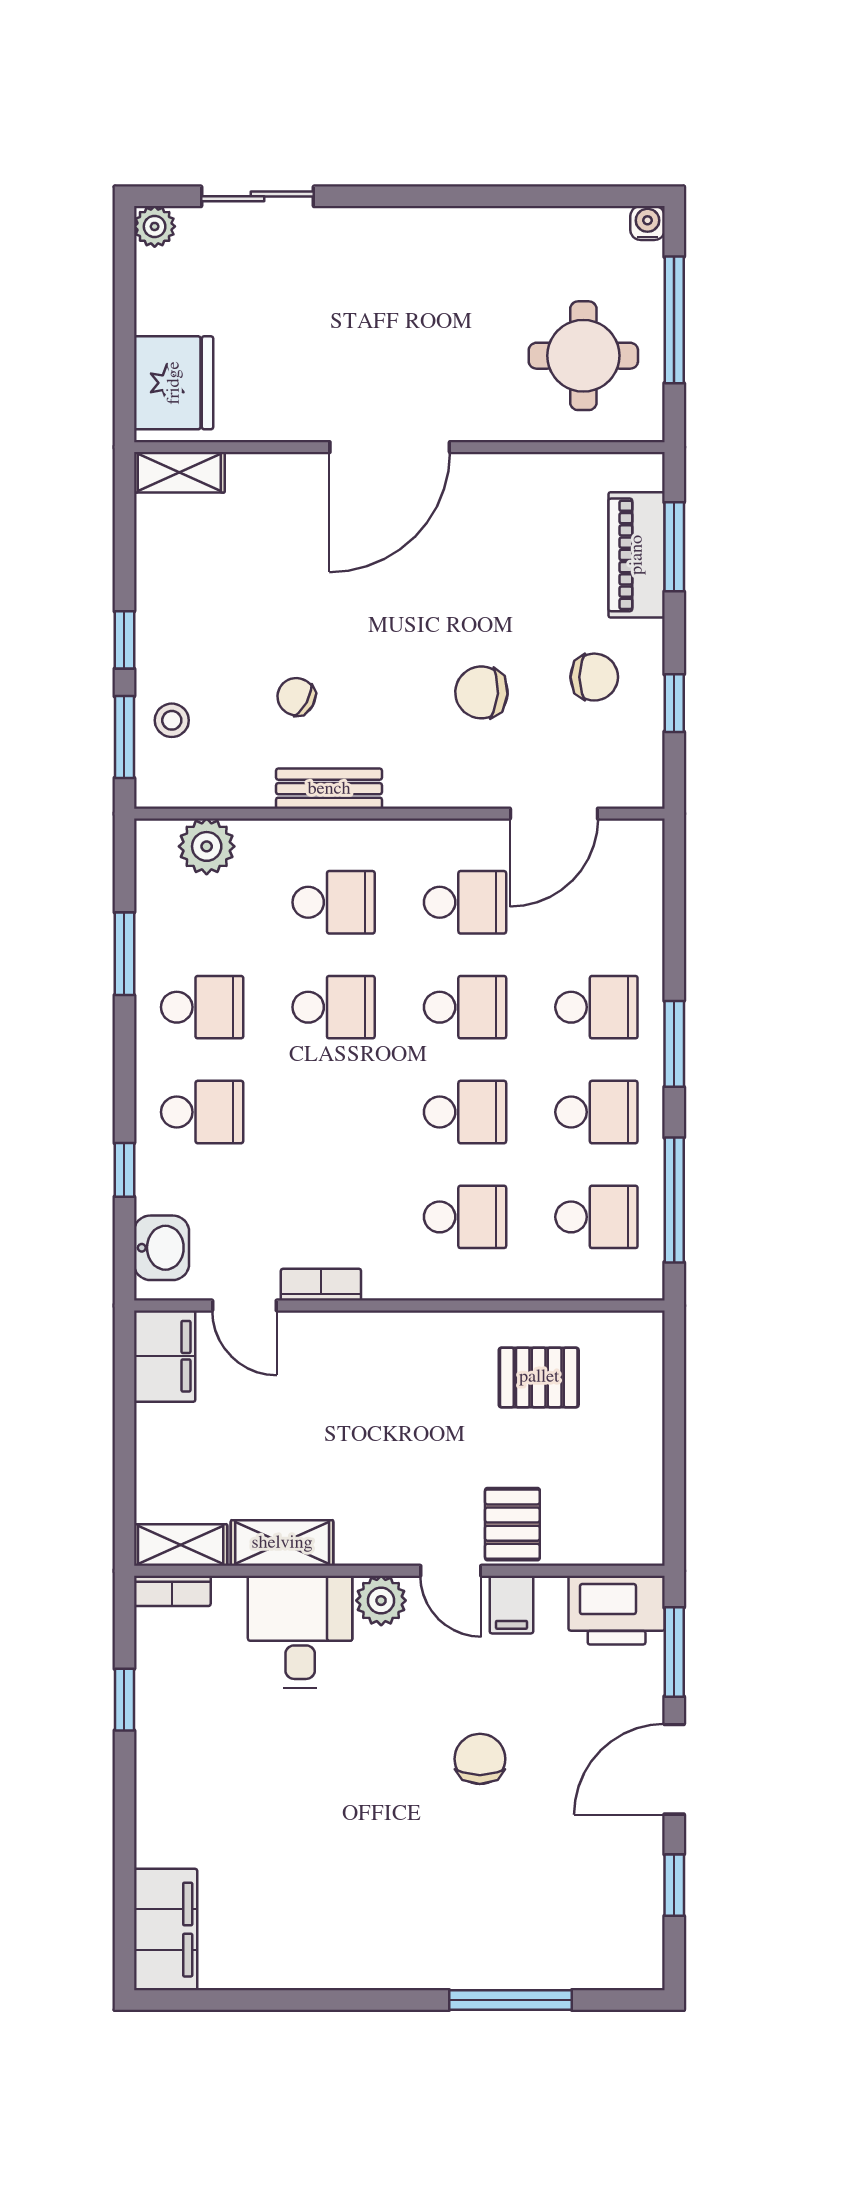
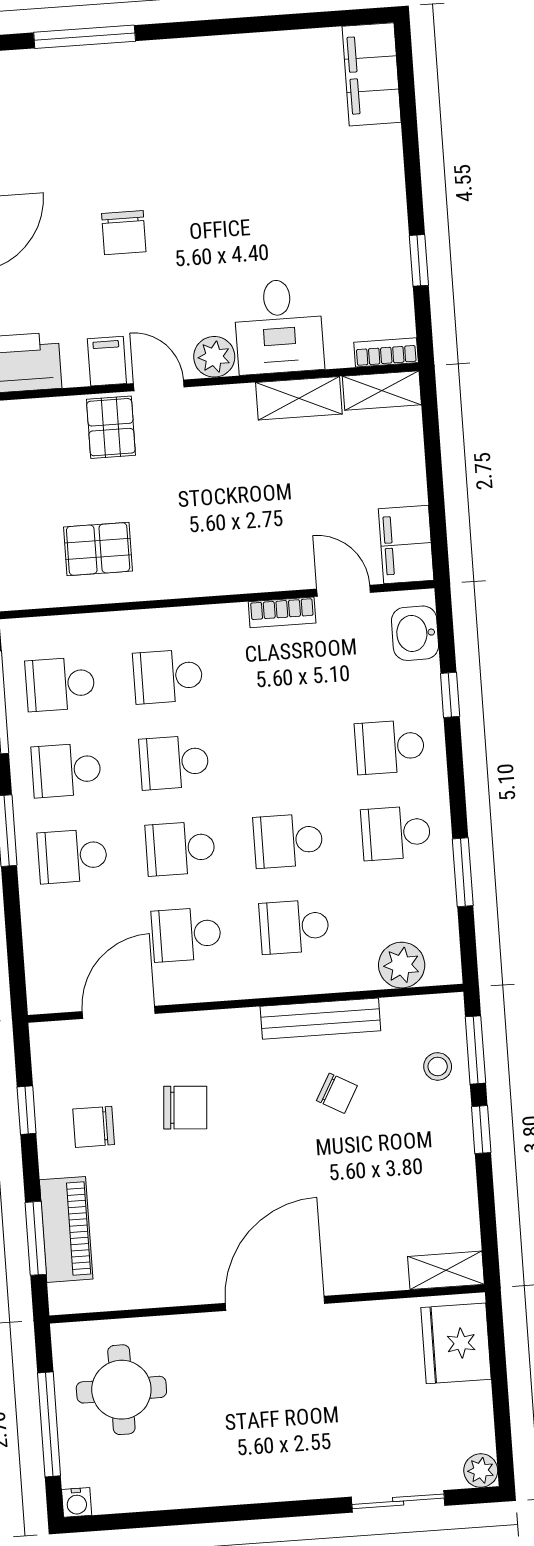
bench: (329, 789) -> (320, 1019), width x1.36

